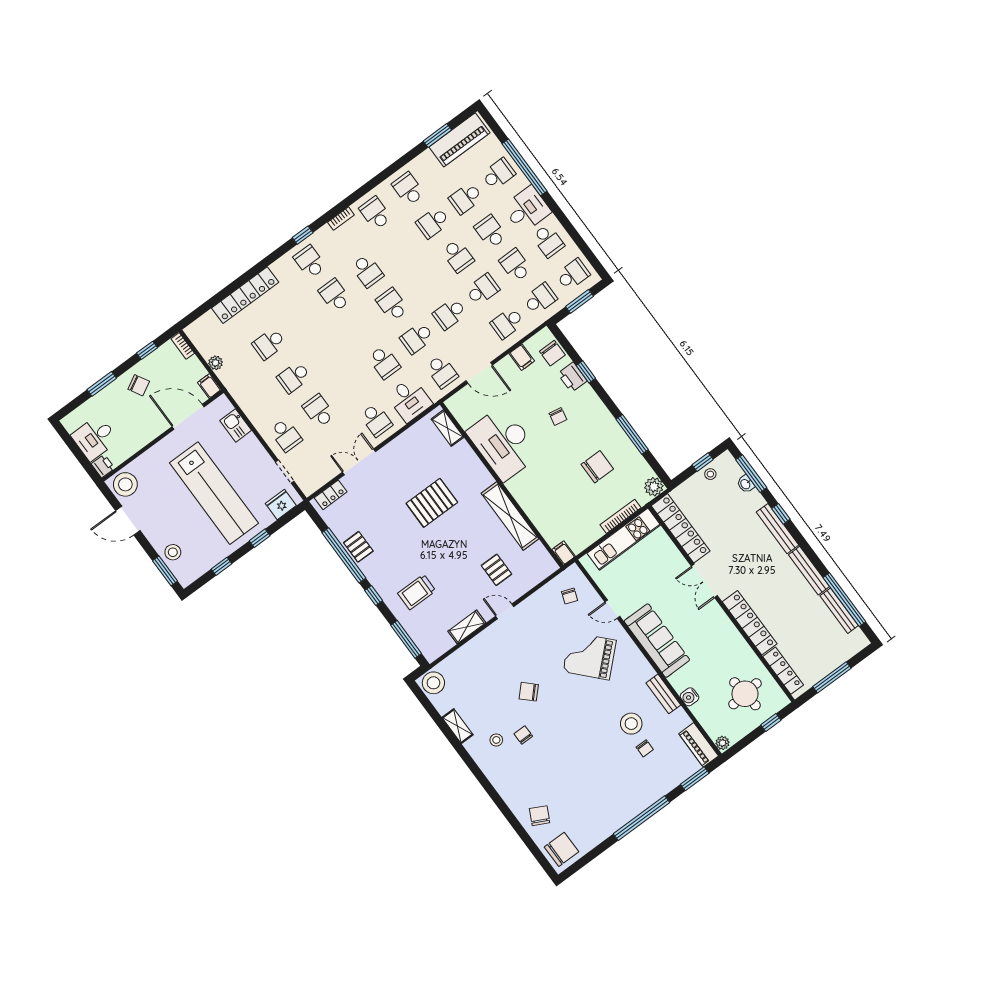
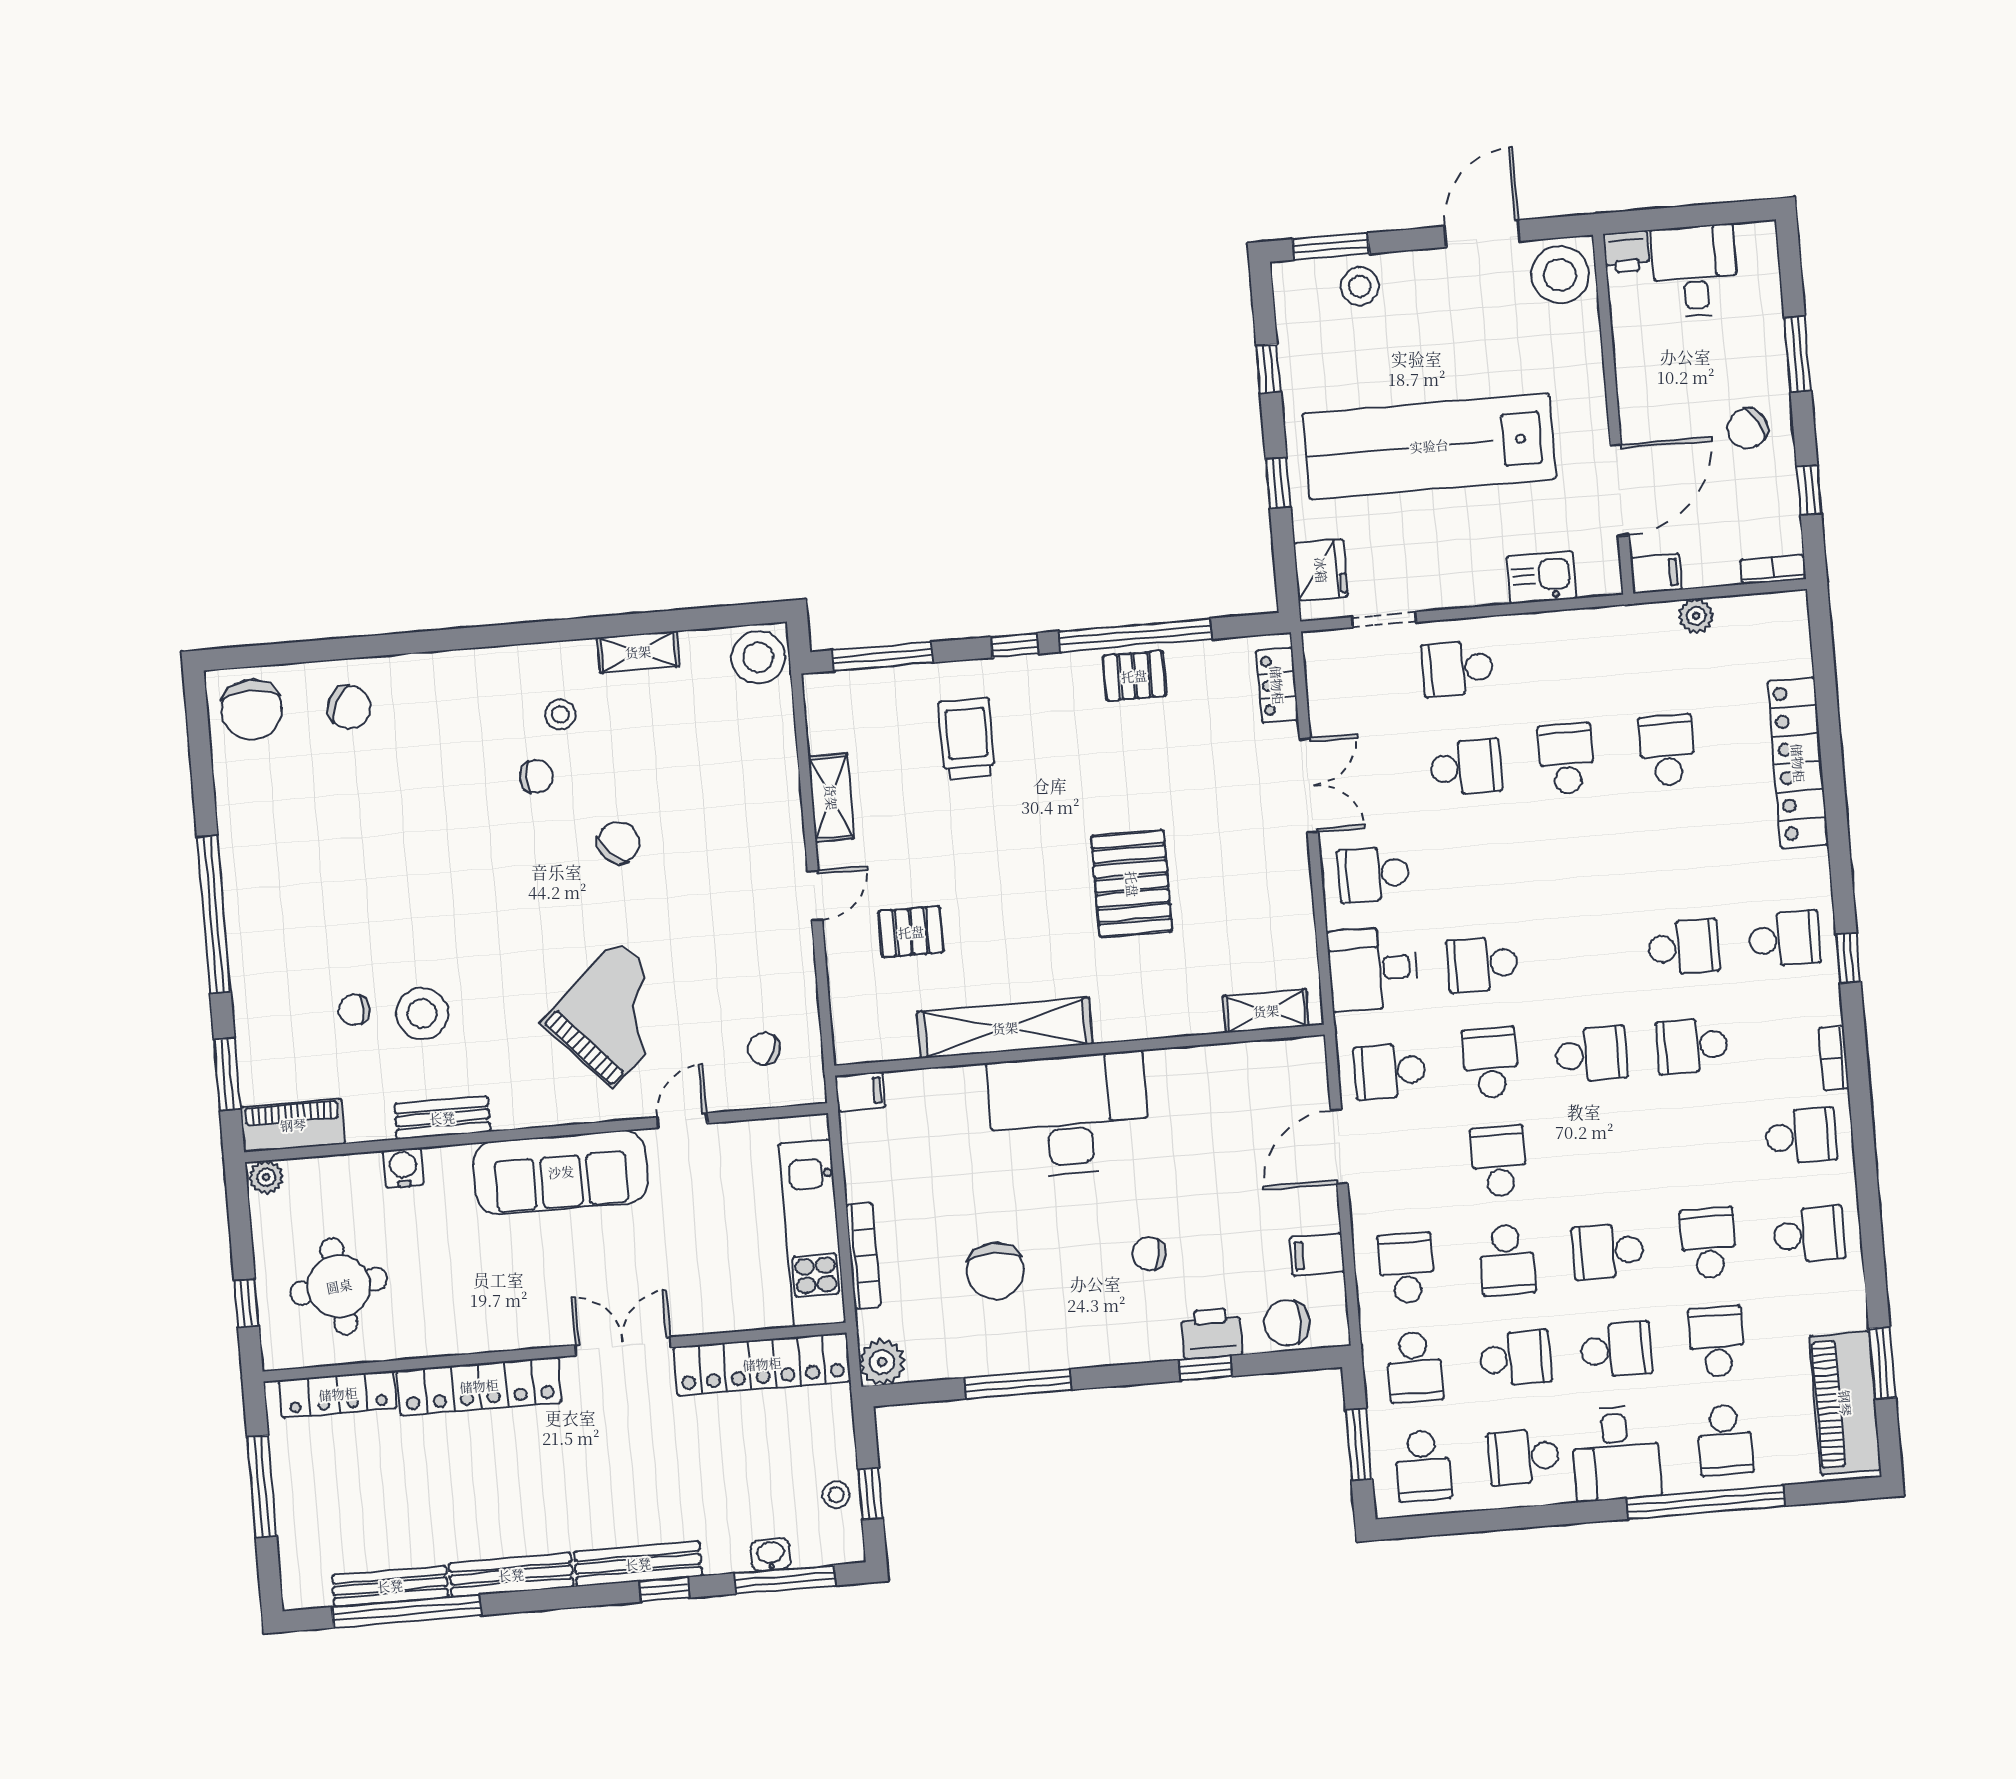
desk: (503, 443) -> (1069, 1115), moved

